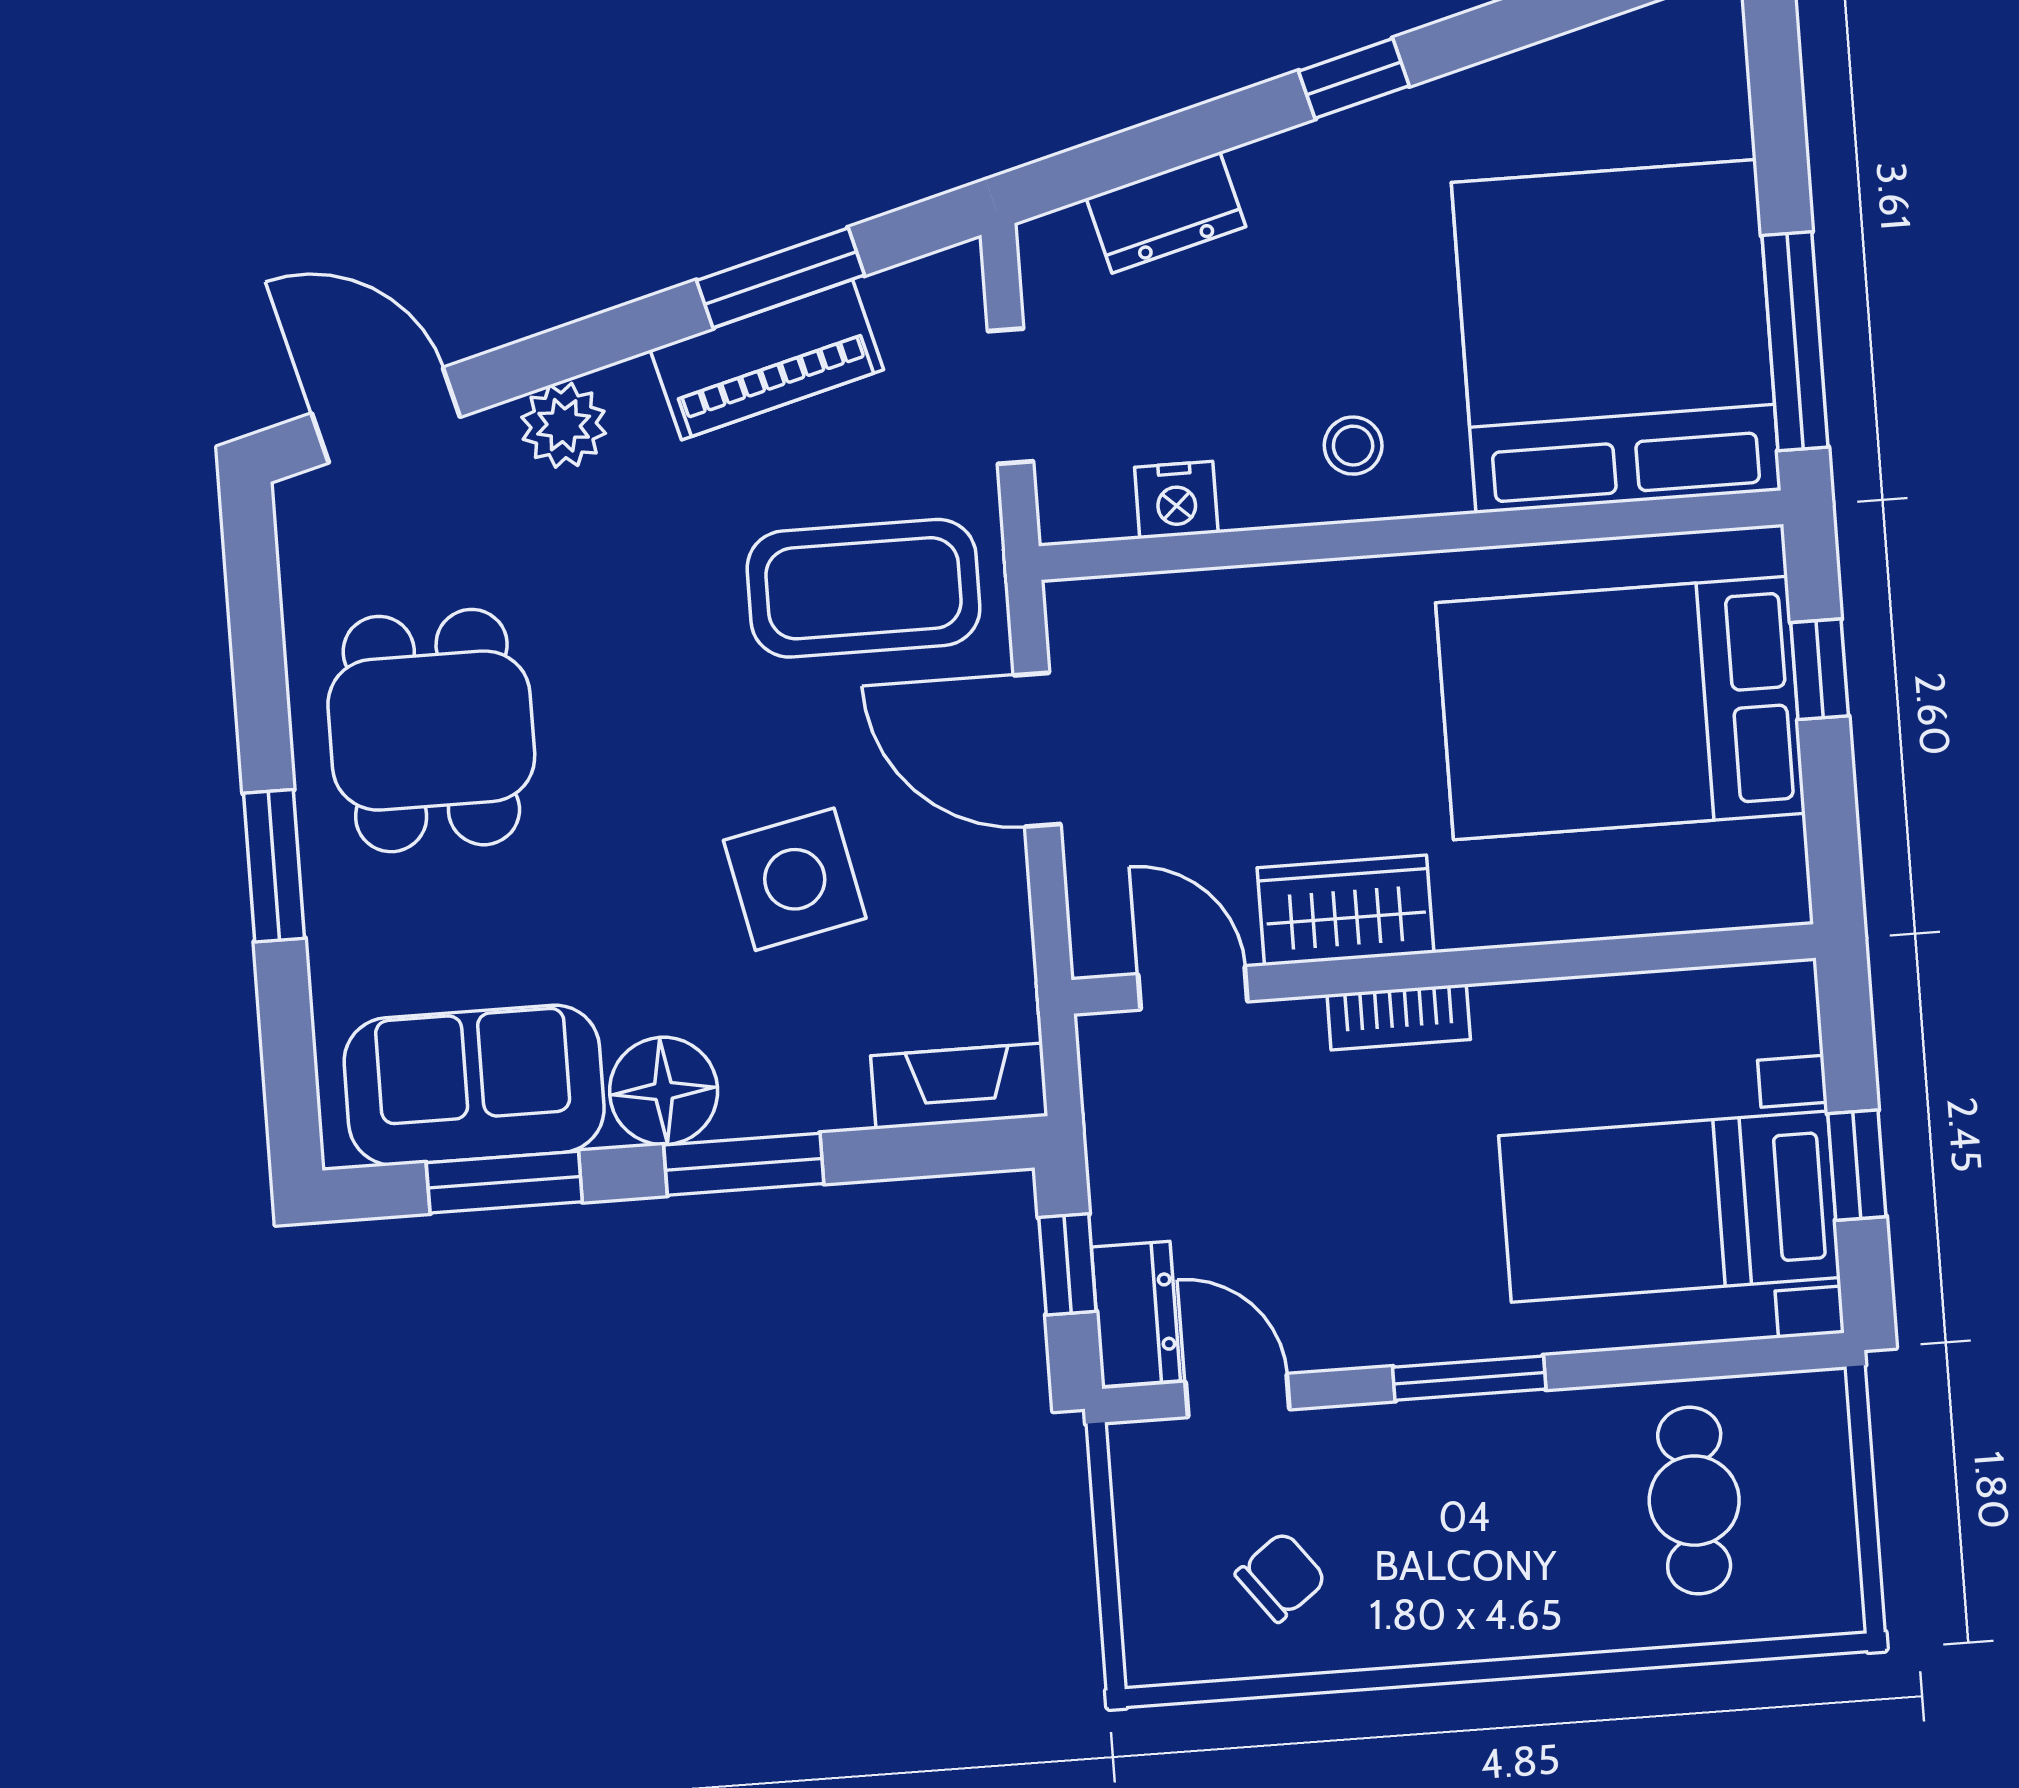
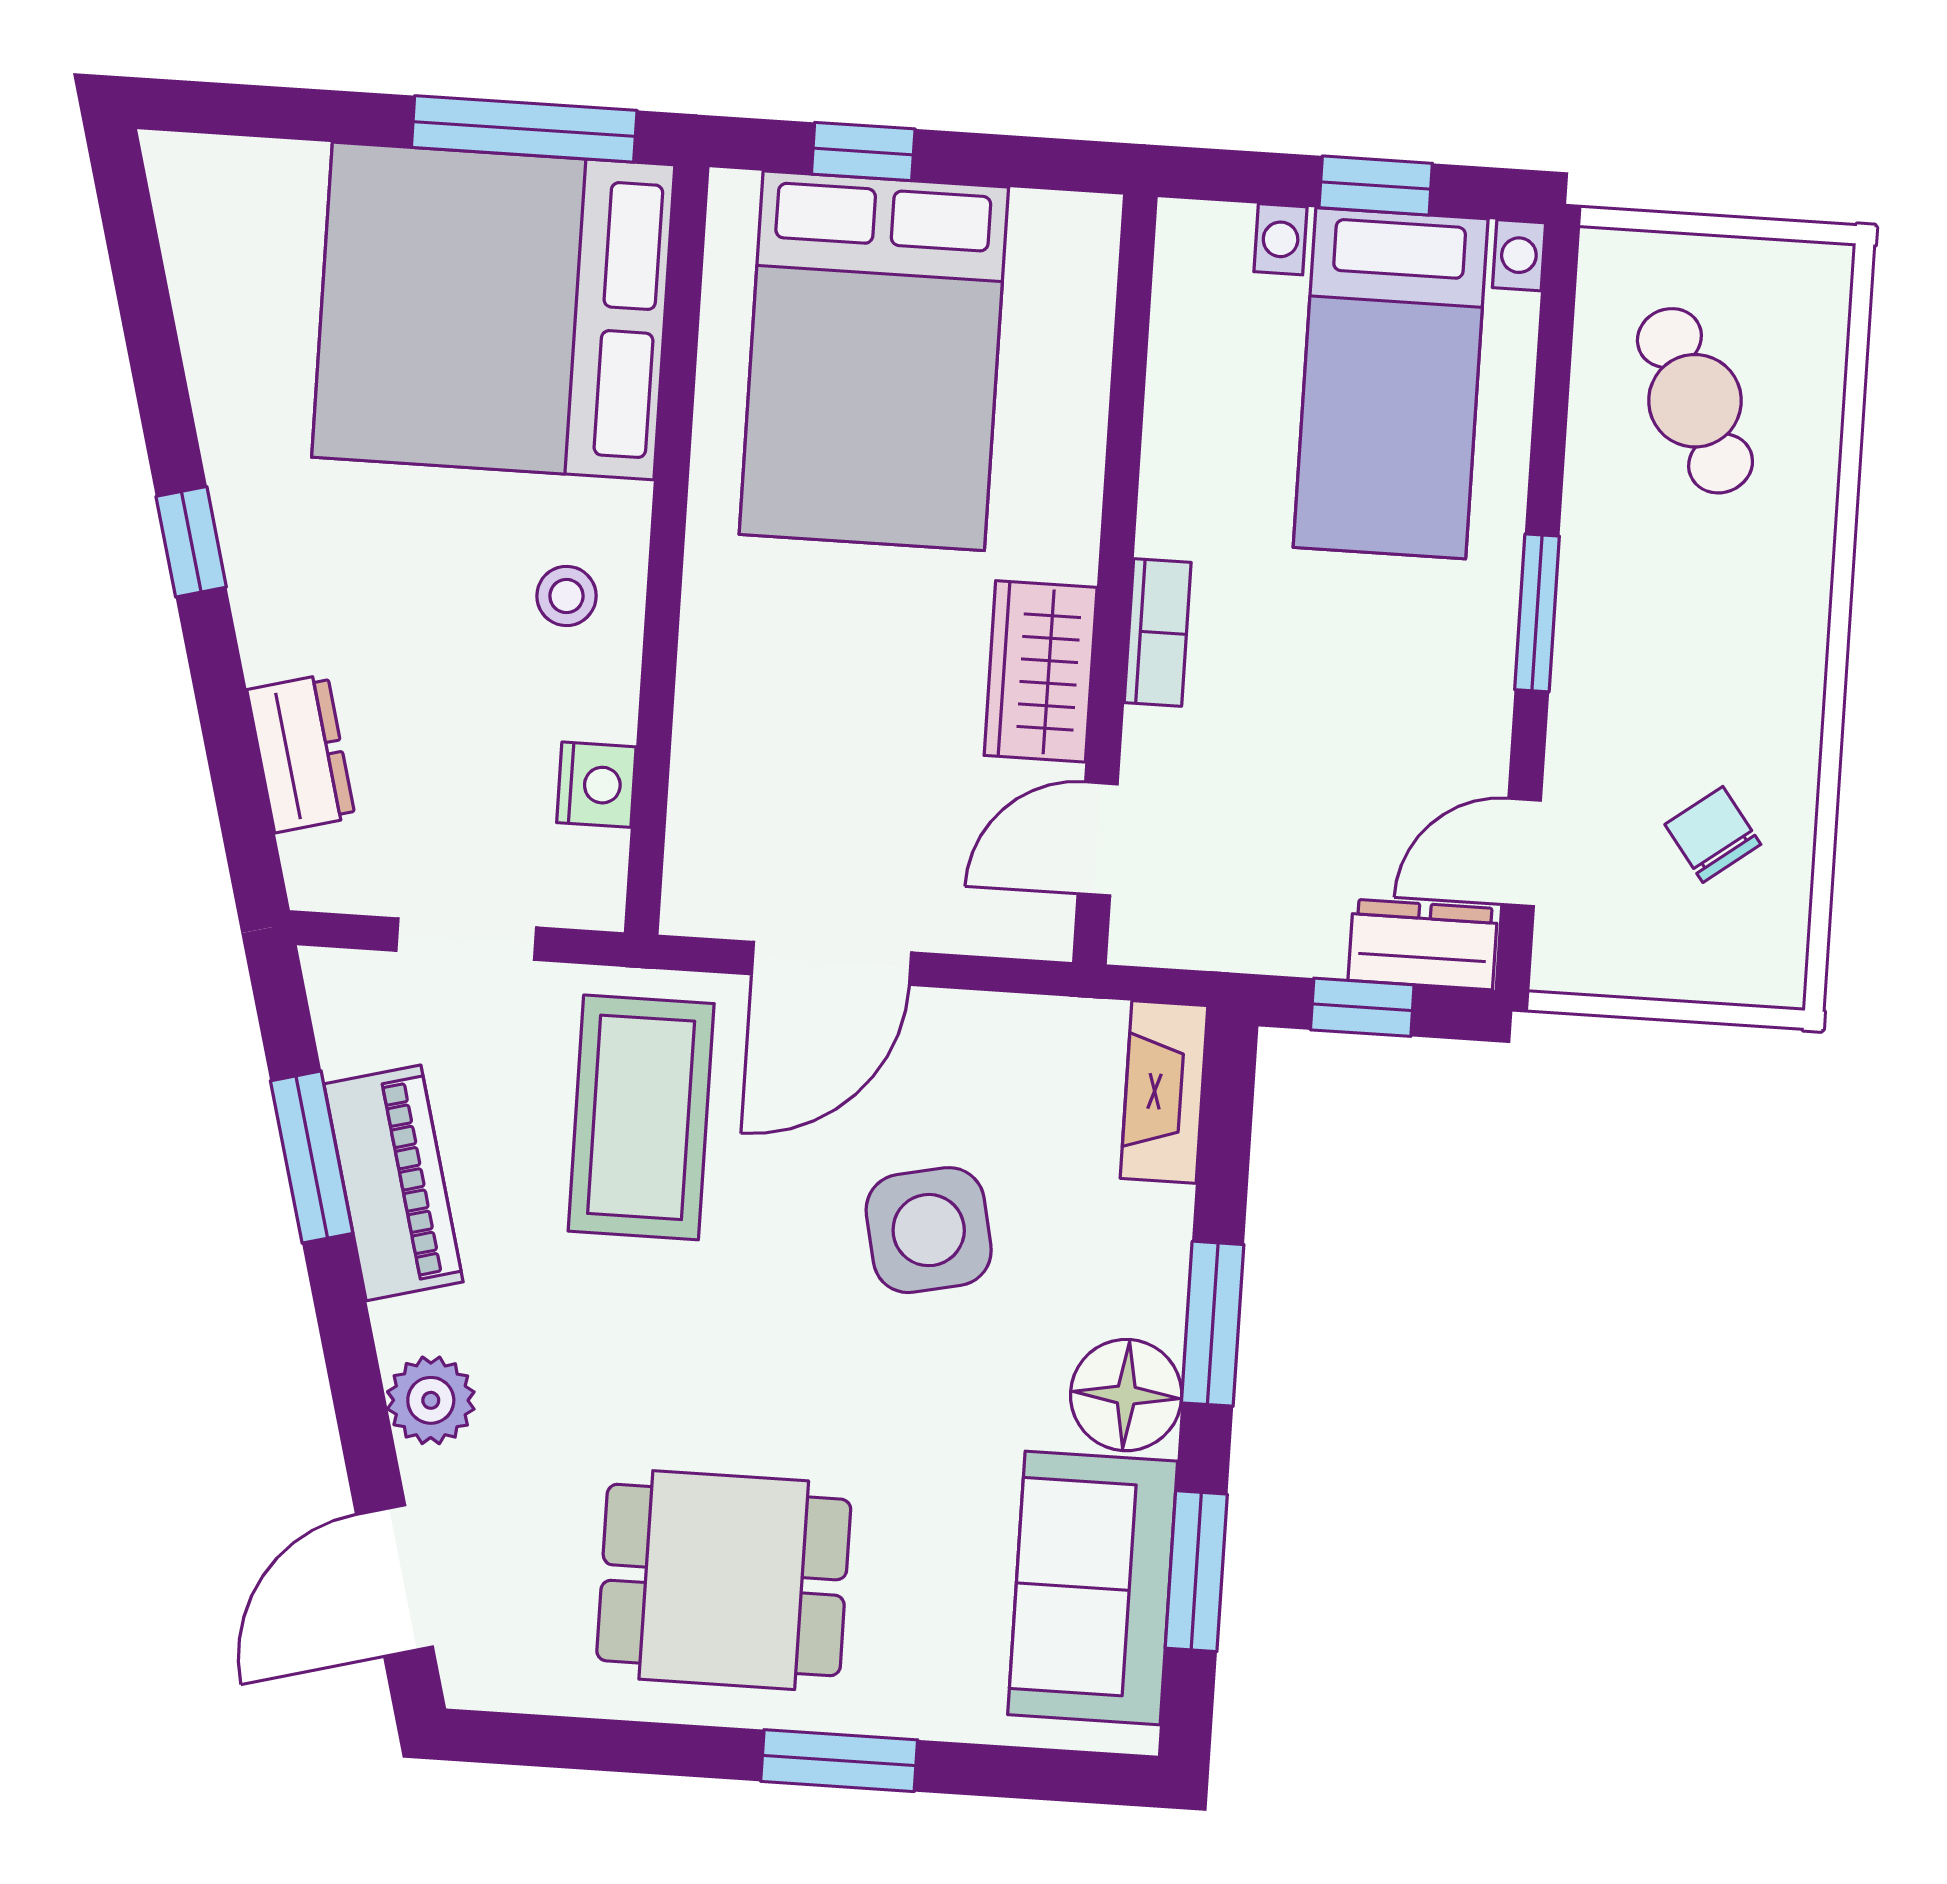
cafe table: (1694, 1501) -> (1695, 401), turned 64

